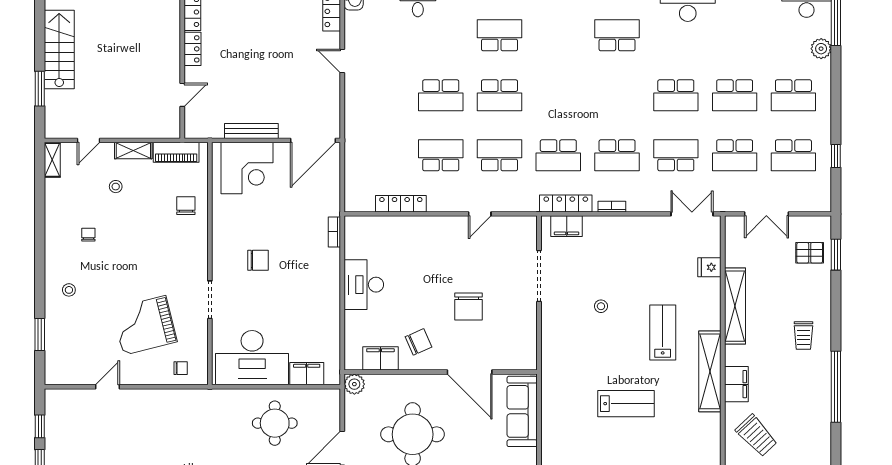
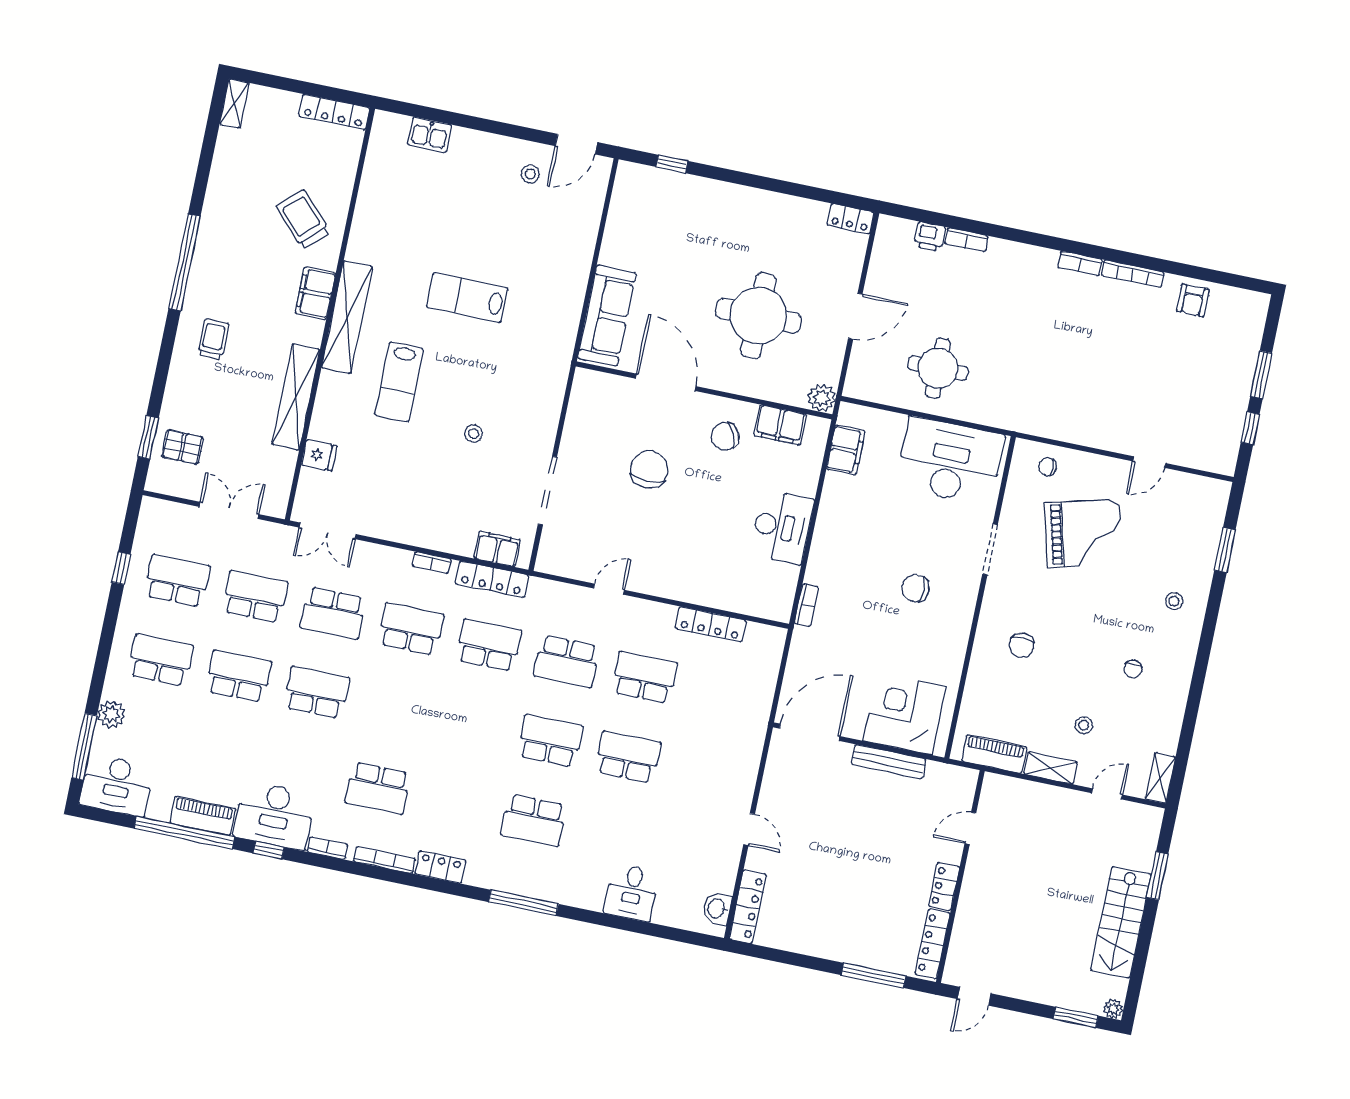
school desk: (441, 155) -> (644, 677), turned 180
chair: (186, 206) -> (1022, 645), moved
filing cabinet: (307, 374) -> (846, 450), moved, turned -90

